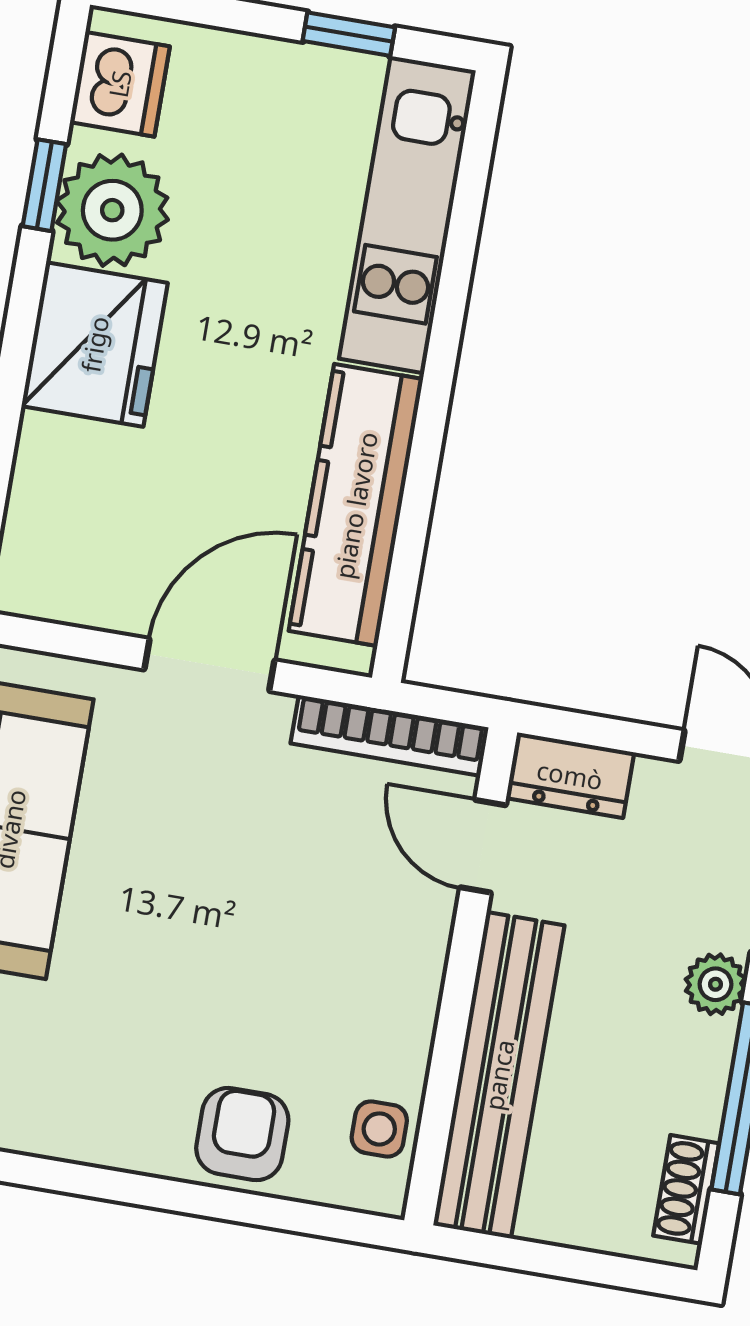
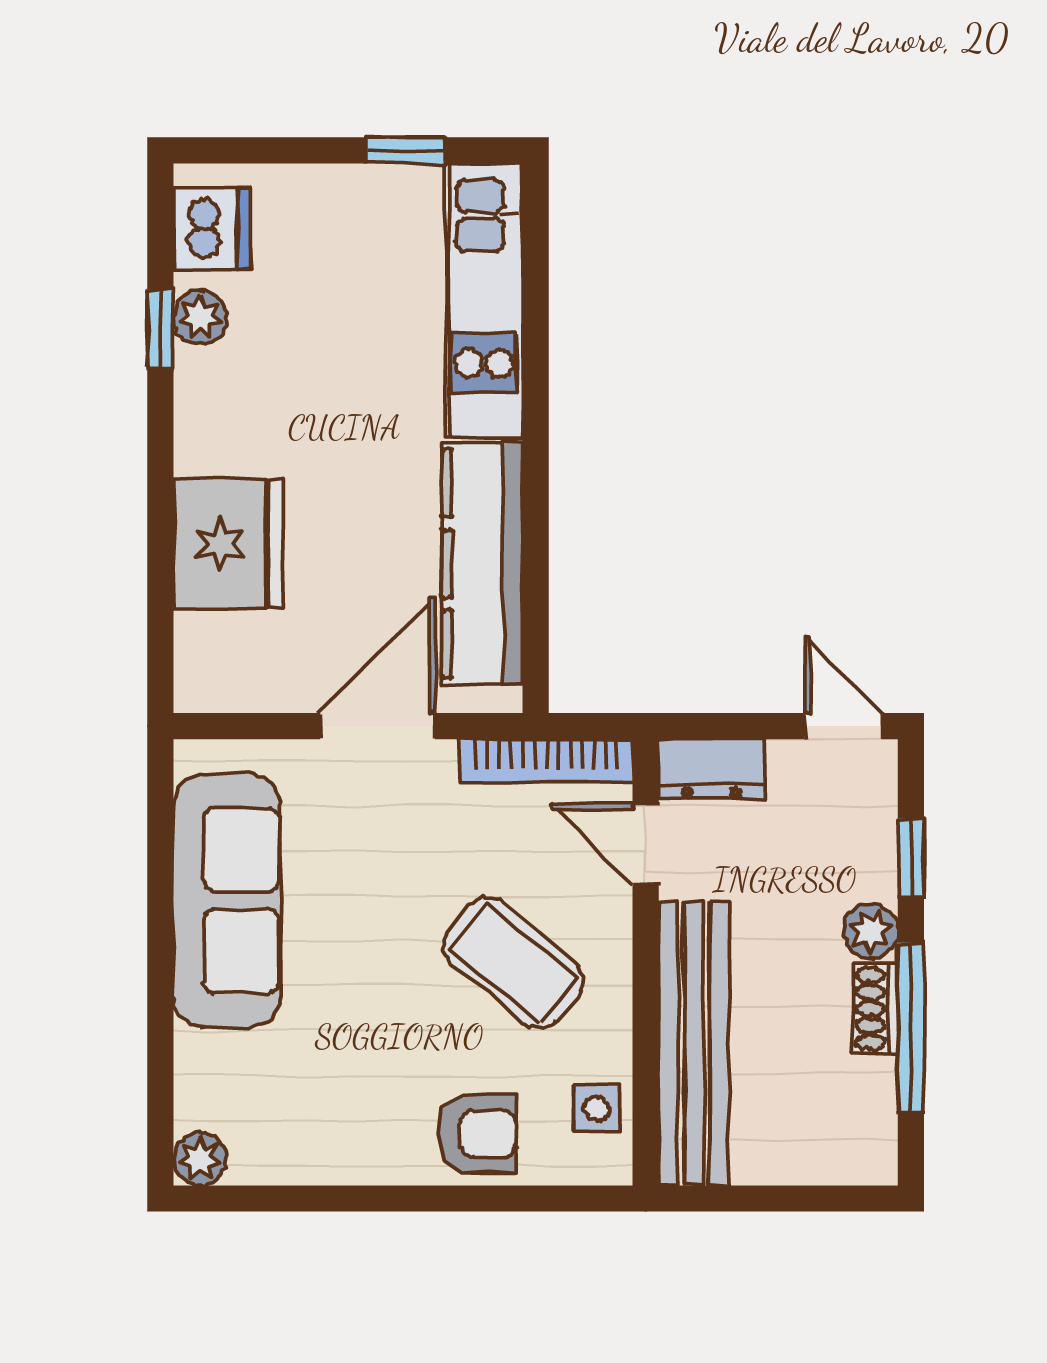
plant: (112, 210) -> (200, 317), width x0.53, depth x0.53
fridge: (95, 344) -> (228, 544), moved
coffee table: (315, 952) -> (513, 963), added
armchair: (242, 1134) -> (477, 1134), turned 90
shoe rack: (686, 1189) -> (876, 1009), moved

